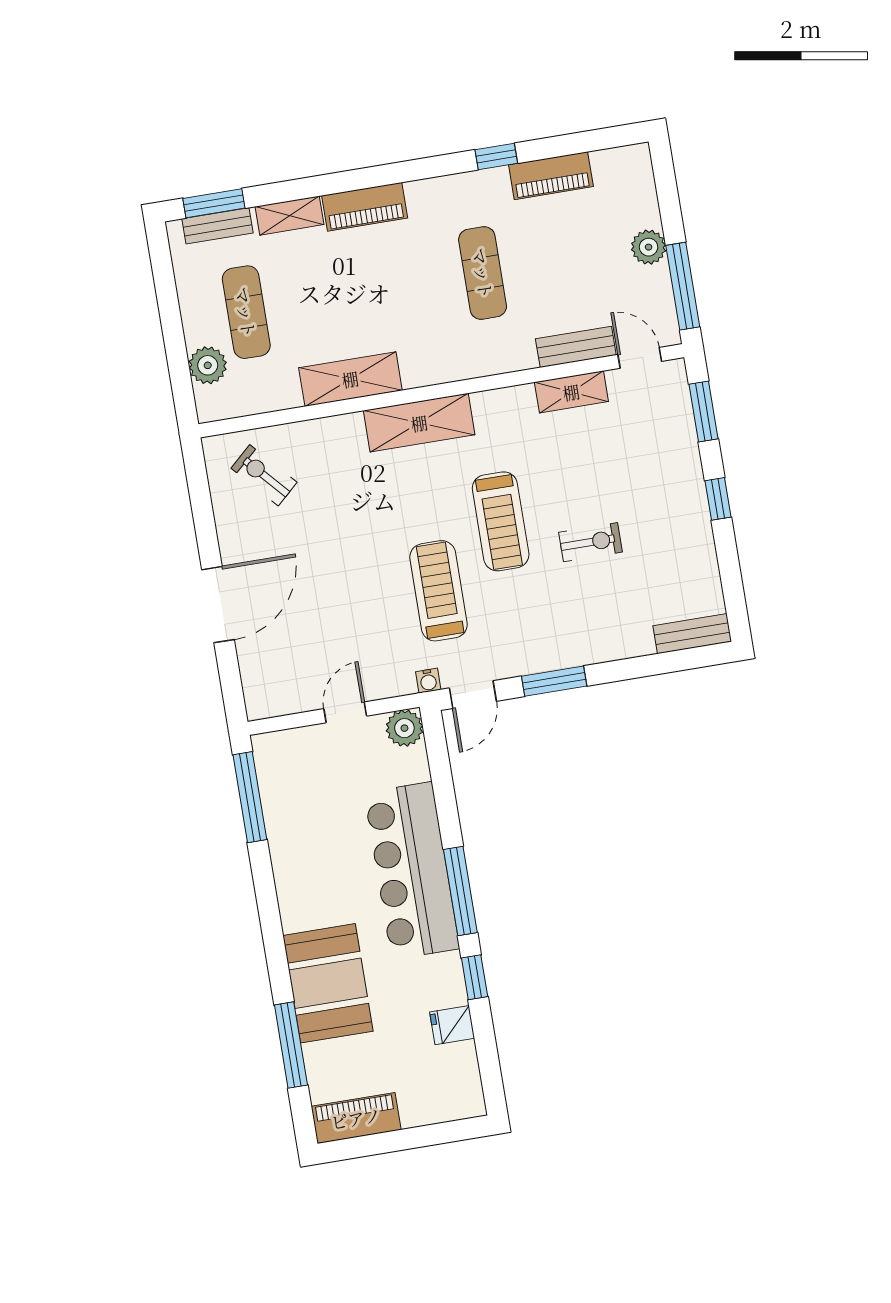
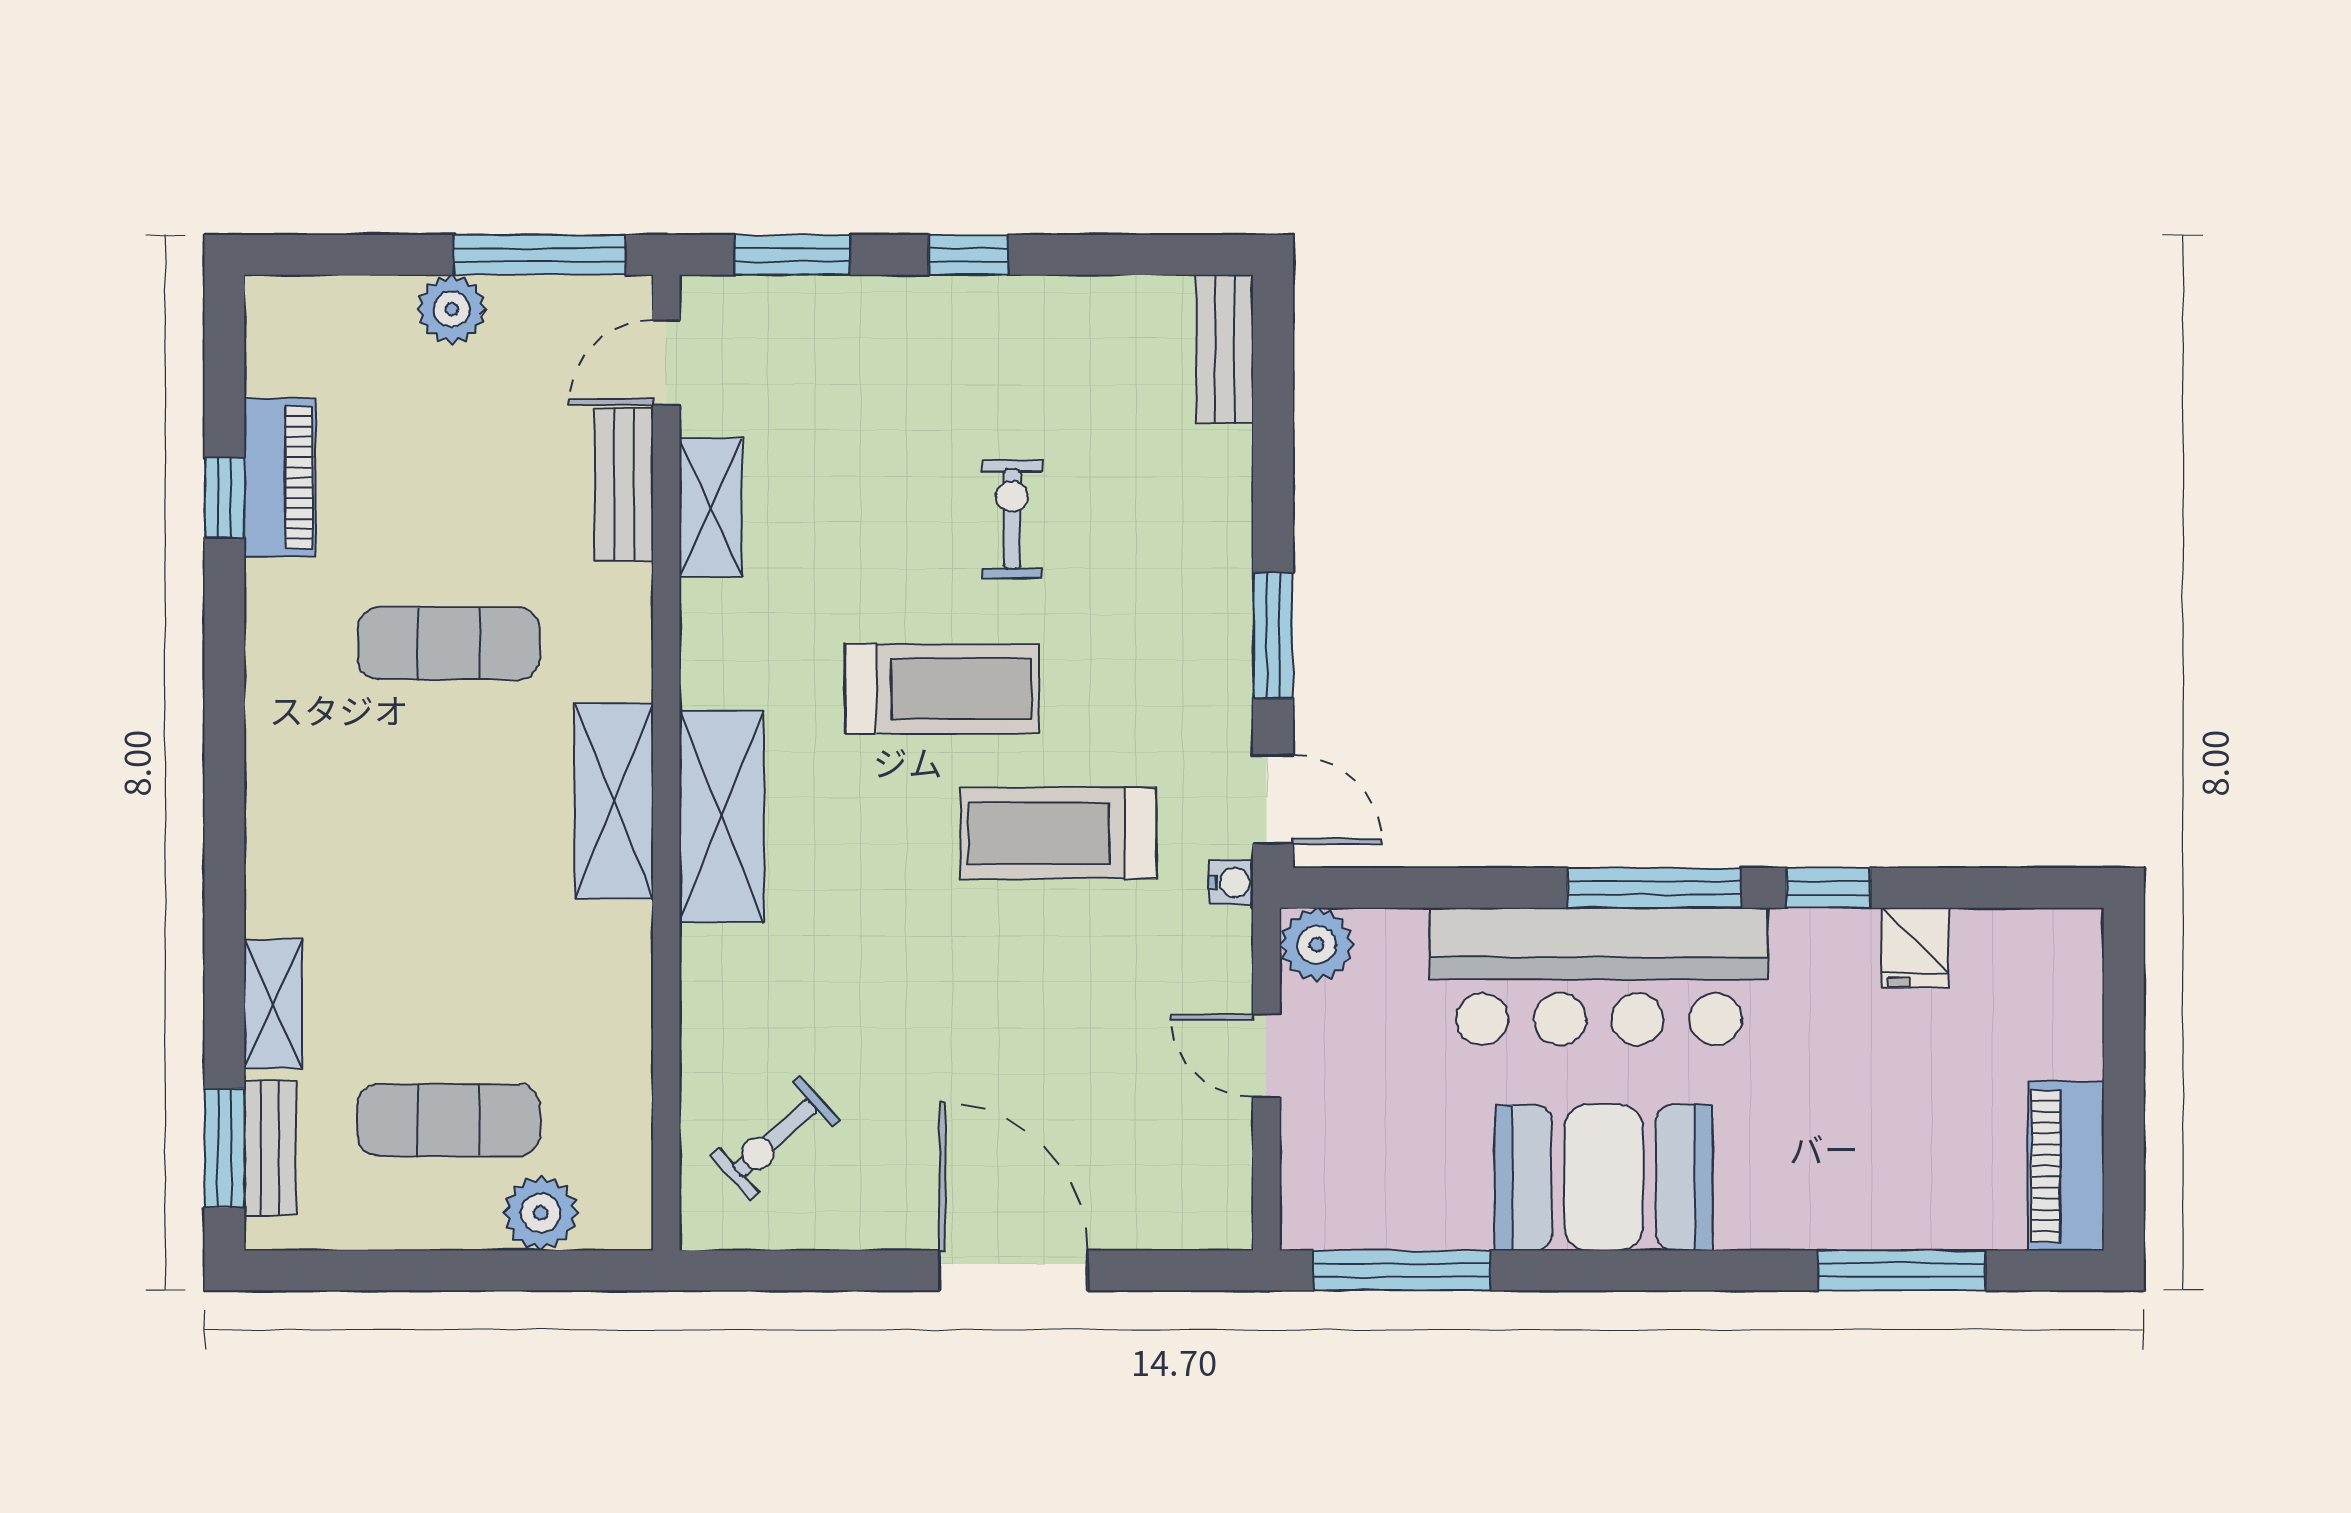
window: (496, 156) -> (224, 498), moved
piano: (365, 207) -> (280, 853), removed
shelving: (350, 379) -> (614, 801), moved
booth: (328, 983) -> (1604, 1178), moved

